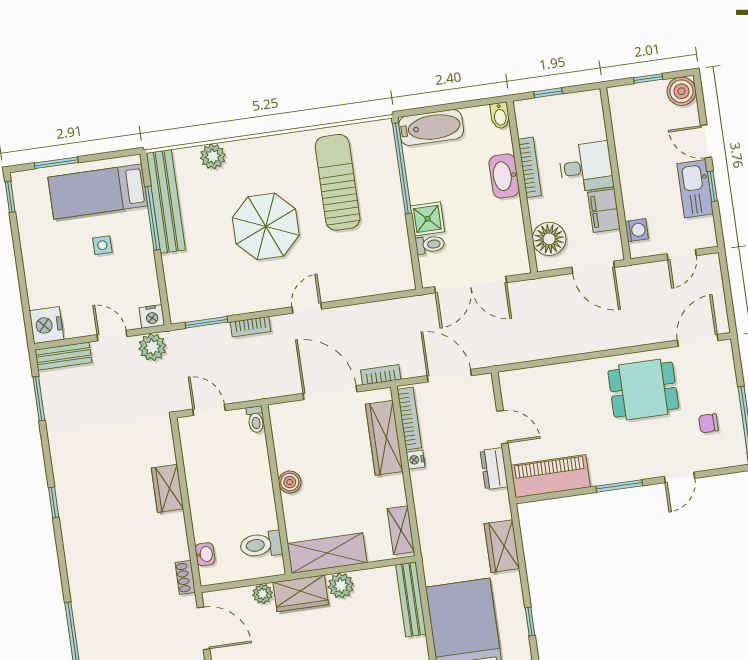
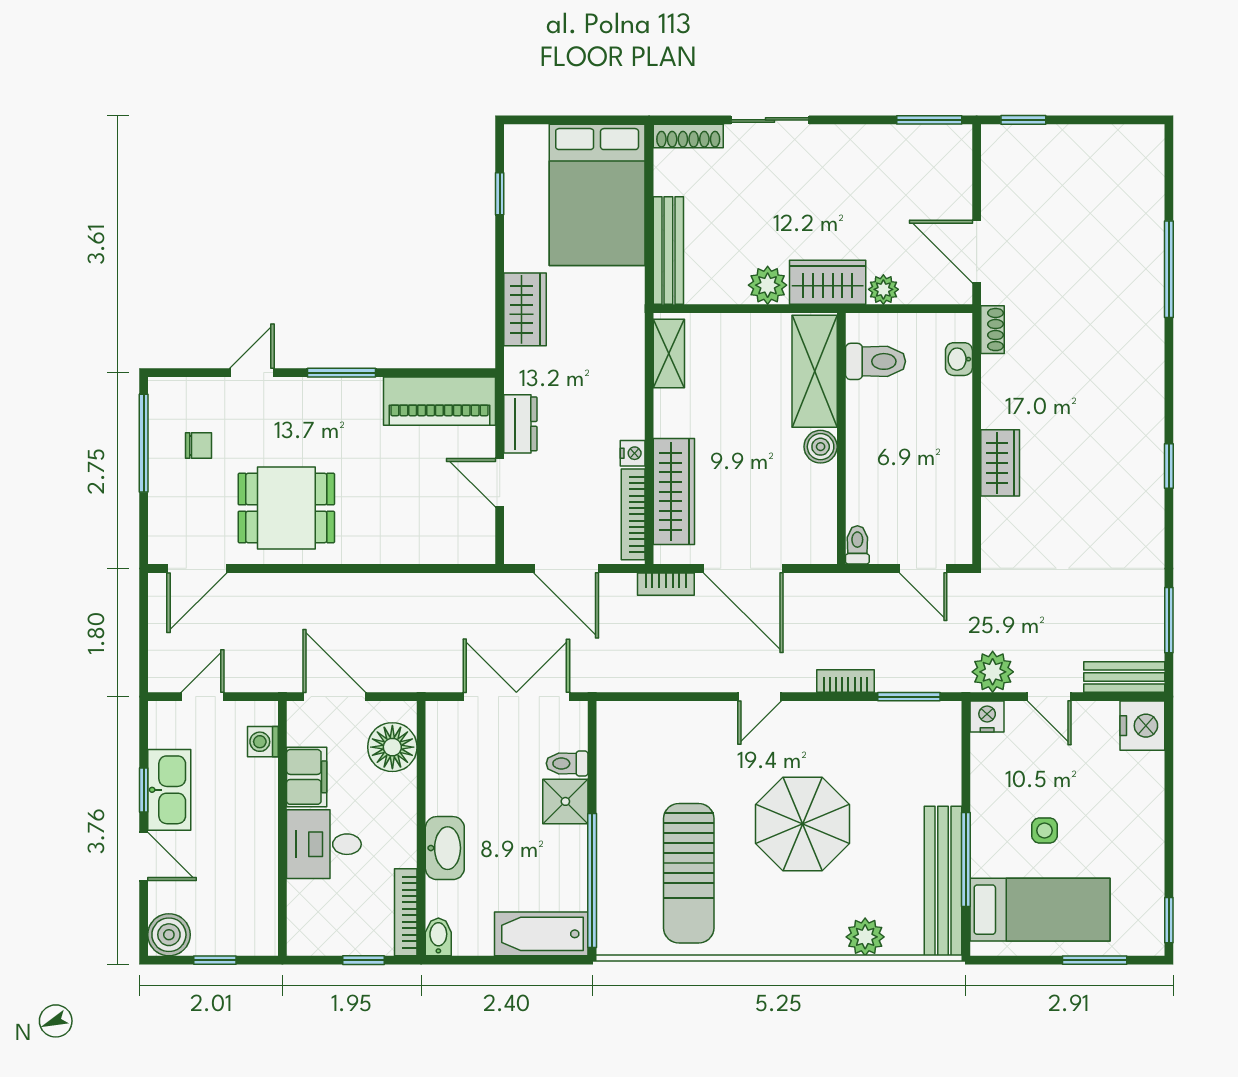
bookcase: (530, 167) -> (406, 912), moved
shelving: (327, 553) -> (815, 371), moved, turned 90

